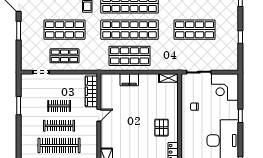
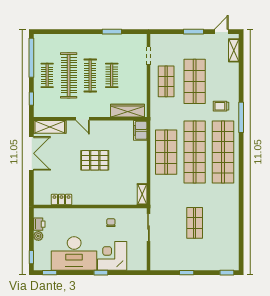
shop shelf: (195, 30) -> (195, 223), width x0.70, depth x0.74
filing cabinet: (129, 80) -> (140, 130), moved
corner desk: (225, 87) -> (112, 256), moved
door: (99, 115) -> (83, 119), moved
pallet: (161, 128) -> (95, 160), moved, width x1.50, depth x1.42

